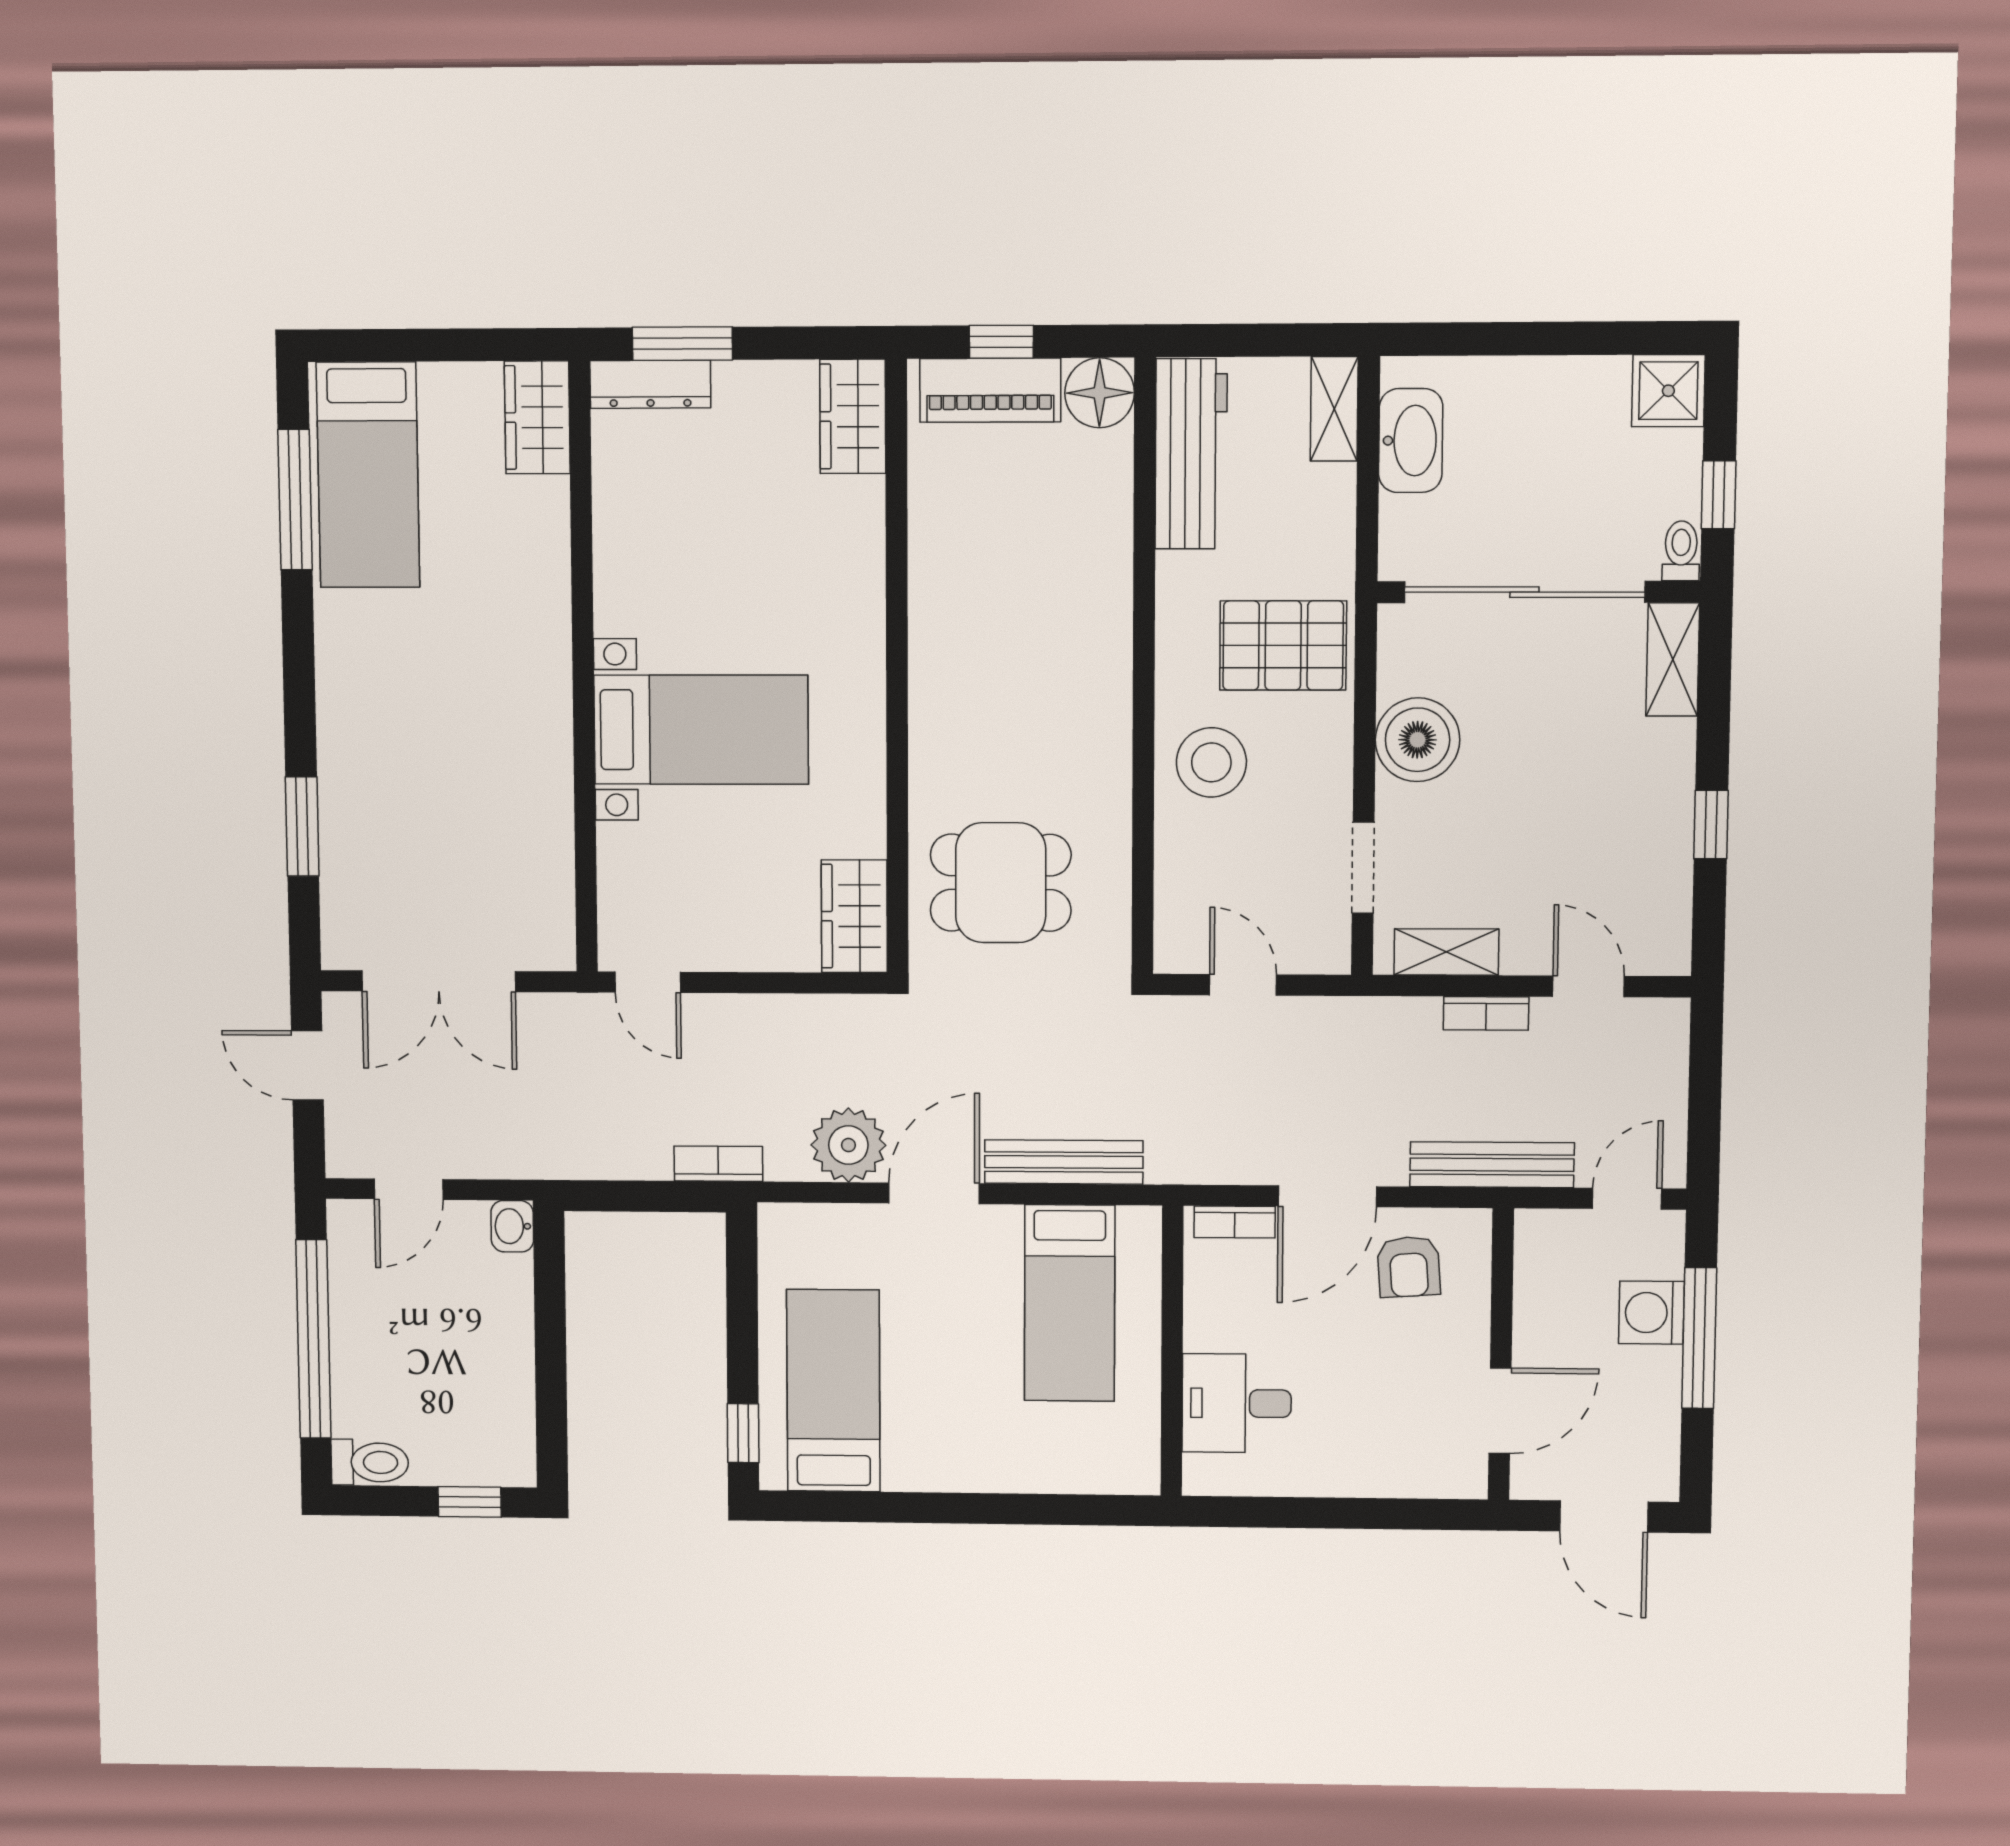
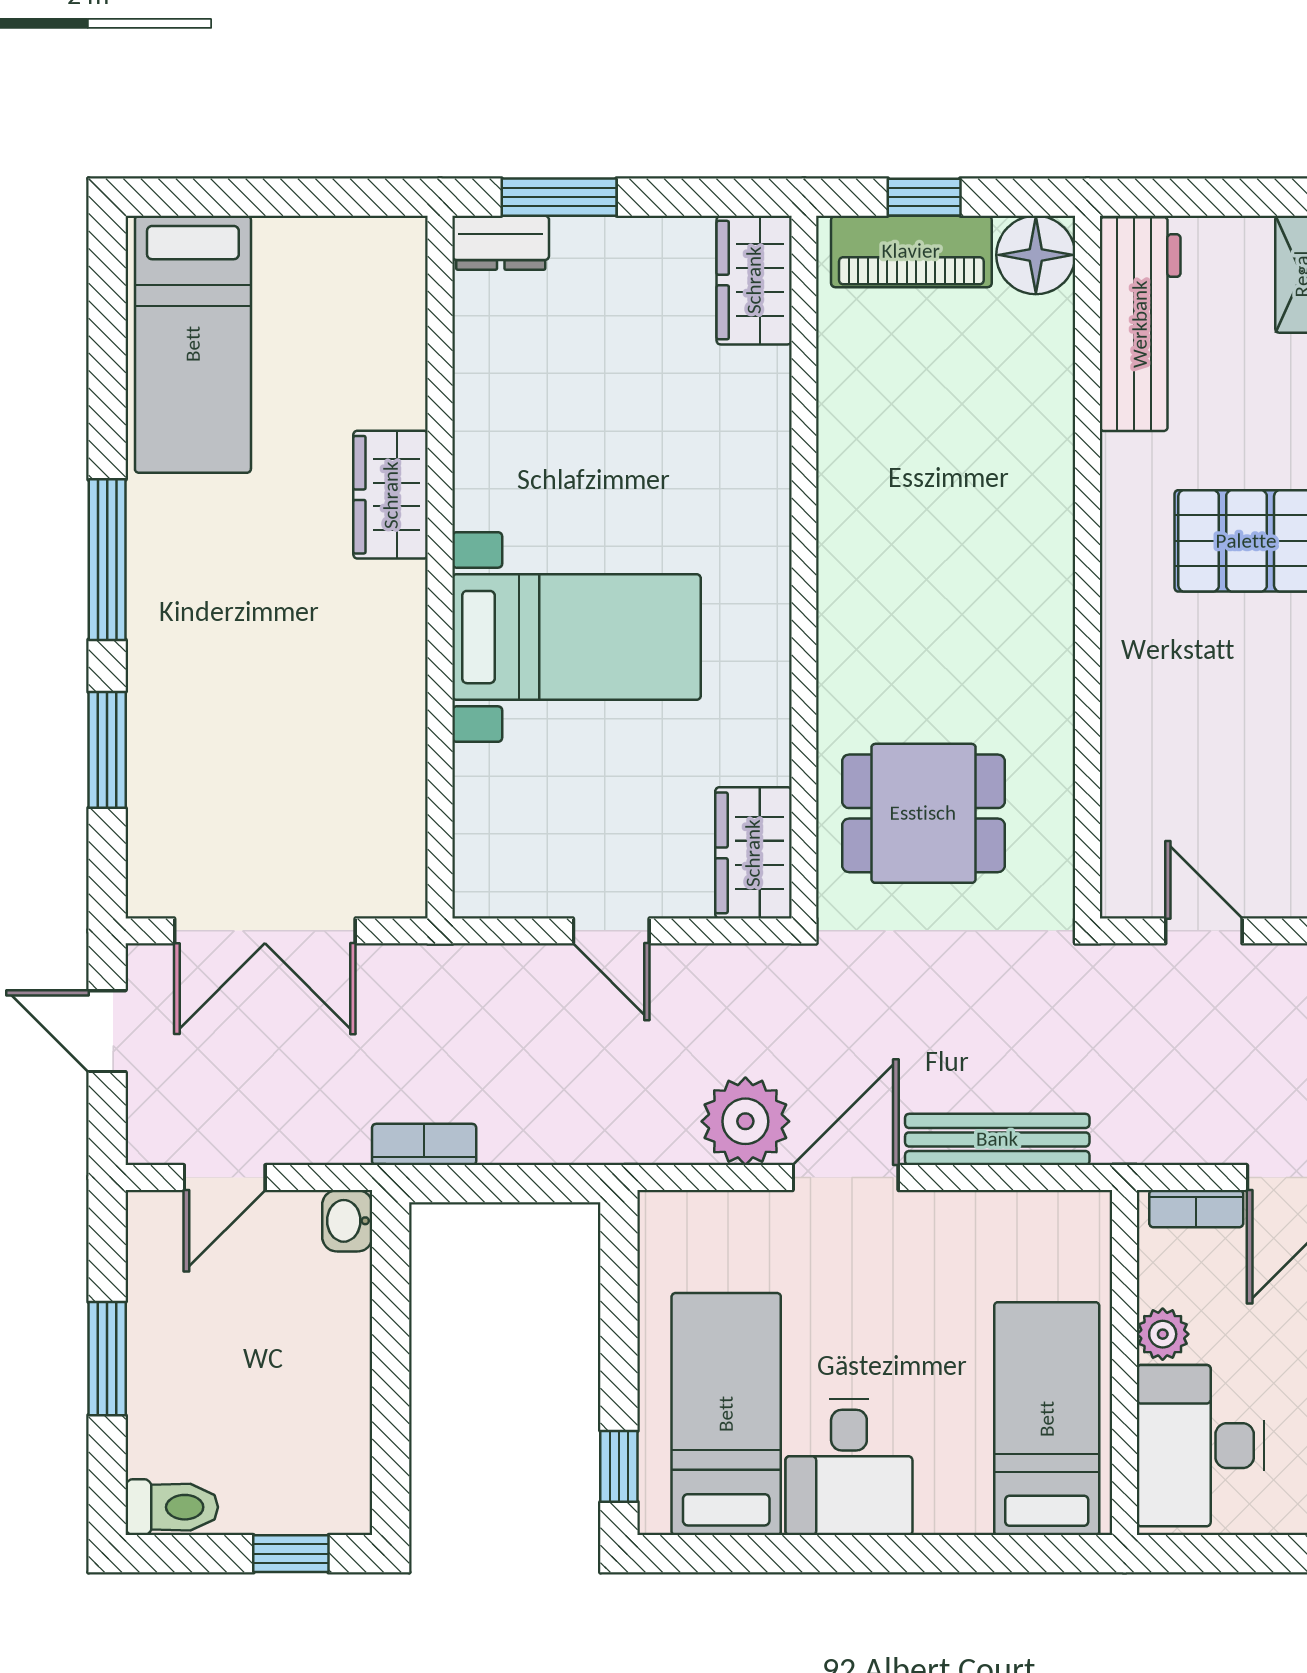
dresser: (650, 384) -> (501, 243), width x0.70
wardrobe: (537, 417) -> (391, 495), moved
window: (295, 500) -> (107, 560), moved
stool: (1211, 762) -> (1166, 674), removed
door: (648, 982) -> (611, 931), moved
bookcase: (718, 1164) -> (424, 1144), moved
bed: (1070, 1303) -> (1047, 1419), moved, turned 180
plant: (1205, 1328) -> (1163, 1334), added
window: (313, 1339) -> (107, 1359), width x0.47
desk: (1237, 1403) -> (1200, 1446), width x1.37
desk: (937, 1436) -> (849, 1467), added

